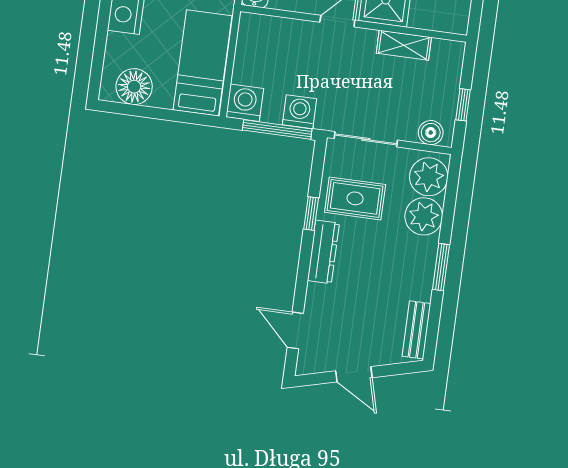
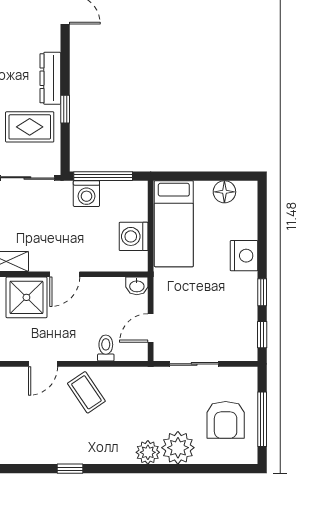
floor lamp: (134, 87) -> (224, 192), width x0.73, depth x0.73
washing machine: (245, 103) -> (134, 236), moved, turned 90

